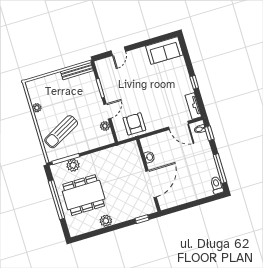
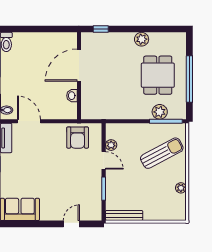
door: (107, 111) -> (104, 160), swing flipped
dining table: (84, 195) -> (158, 75), width x0.73

